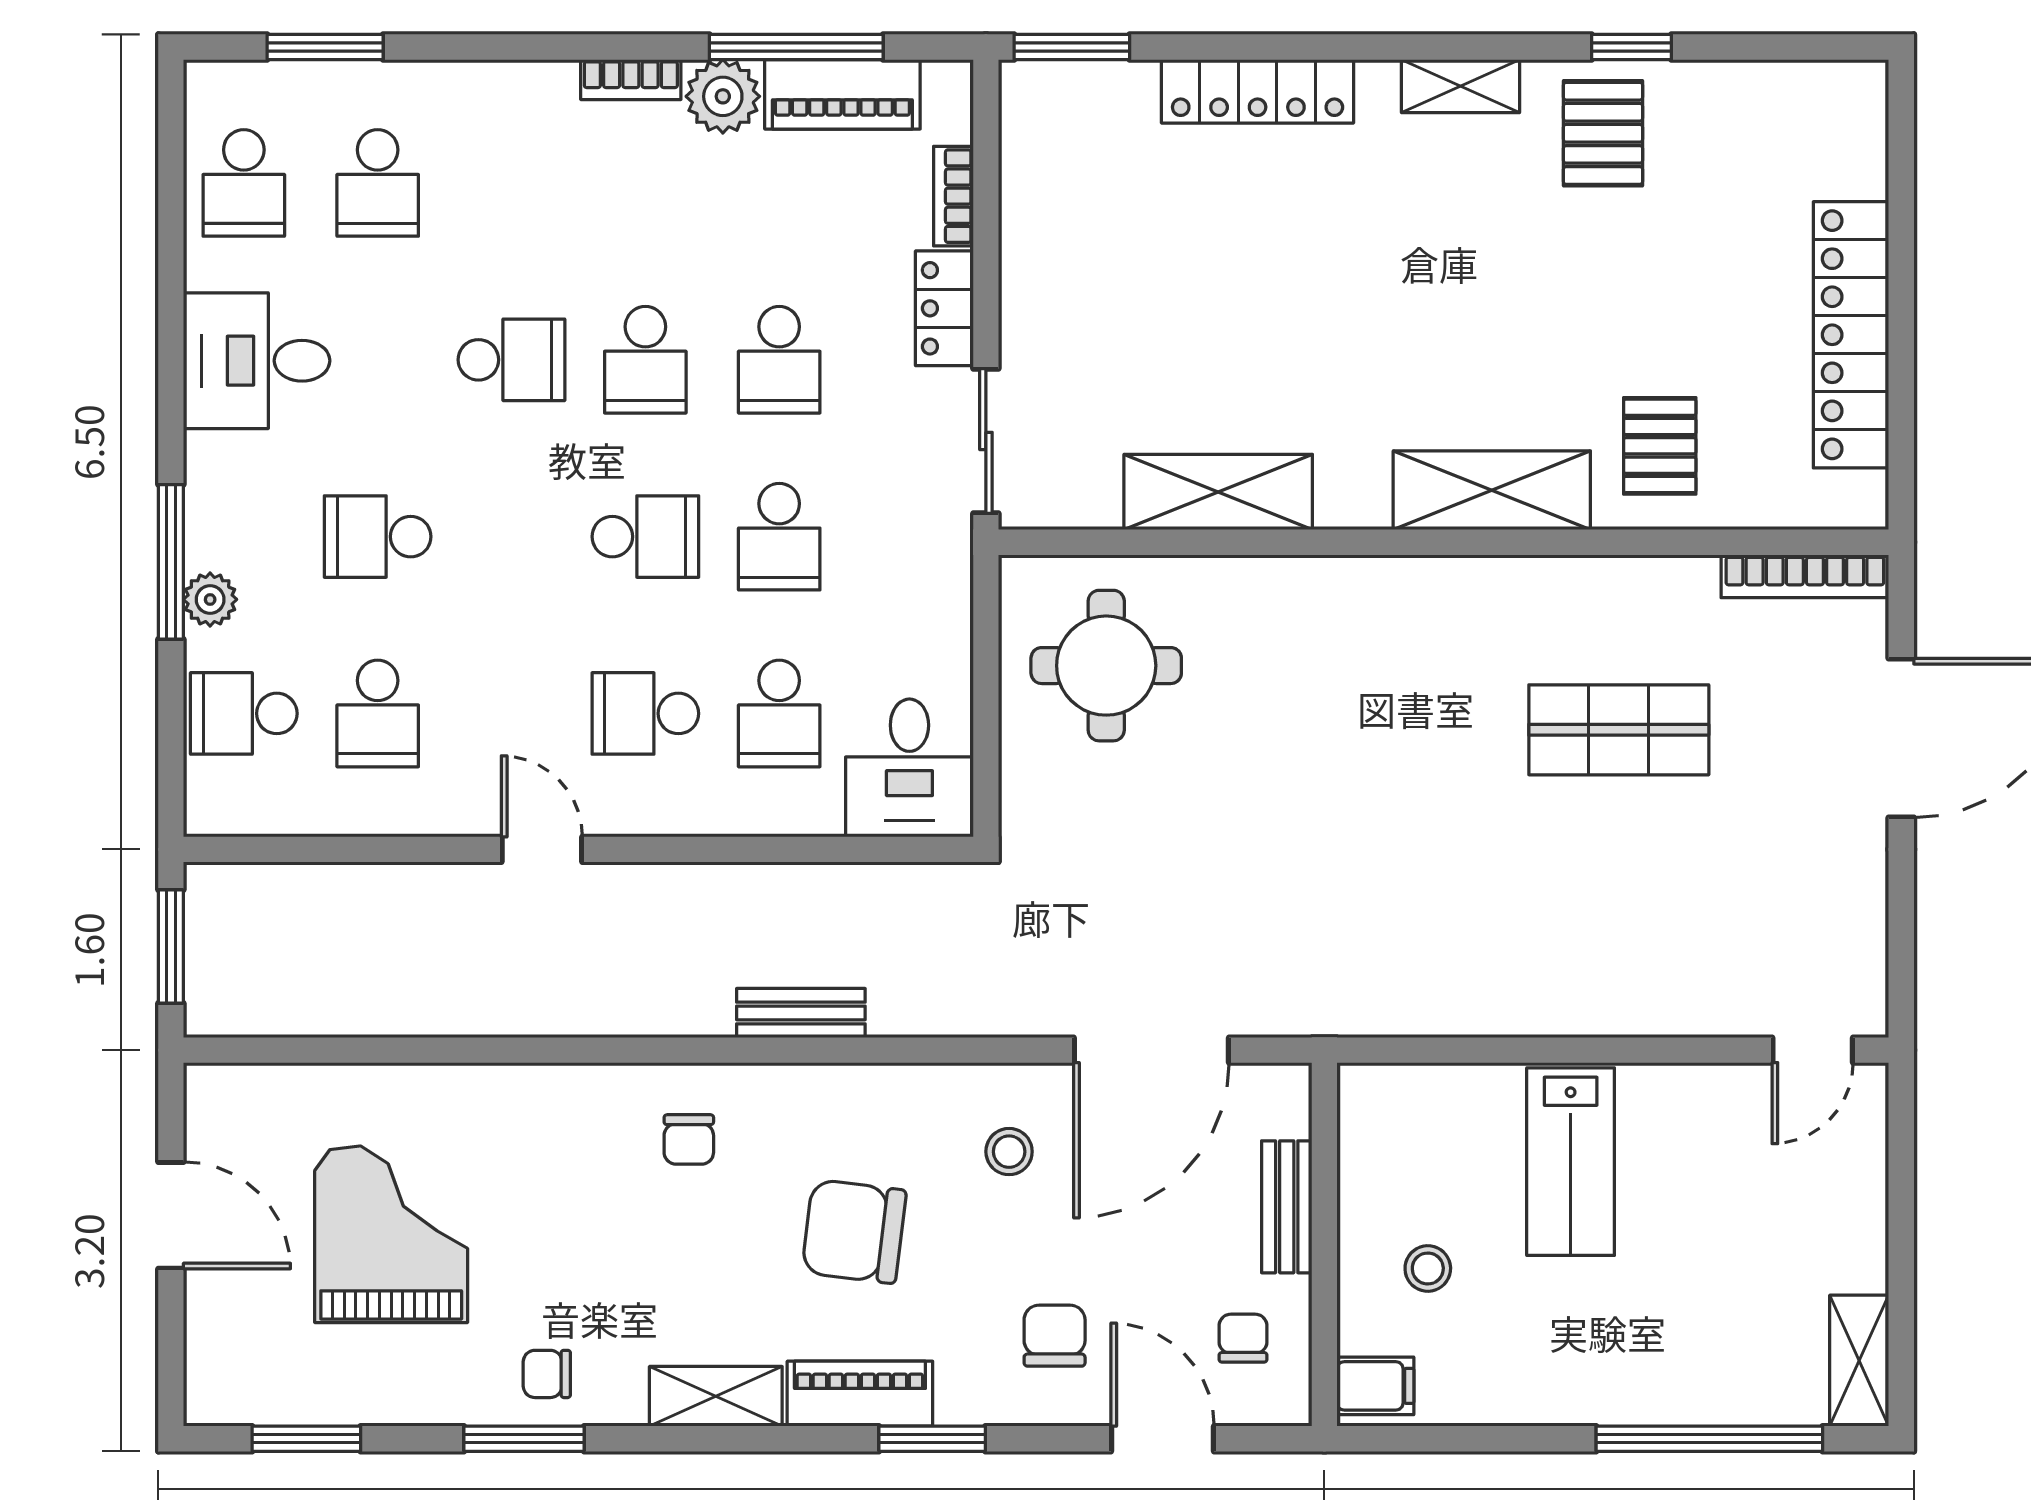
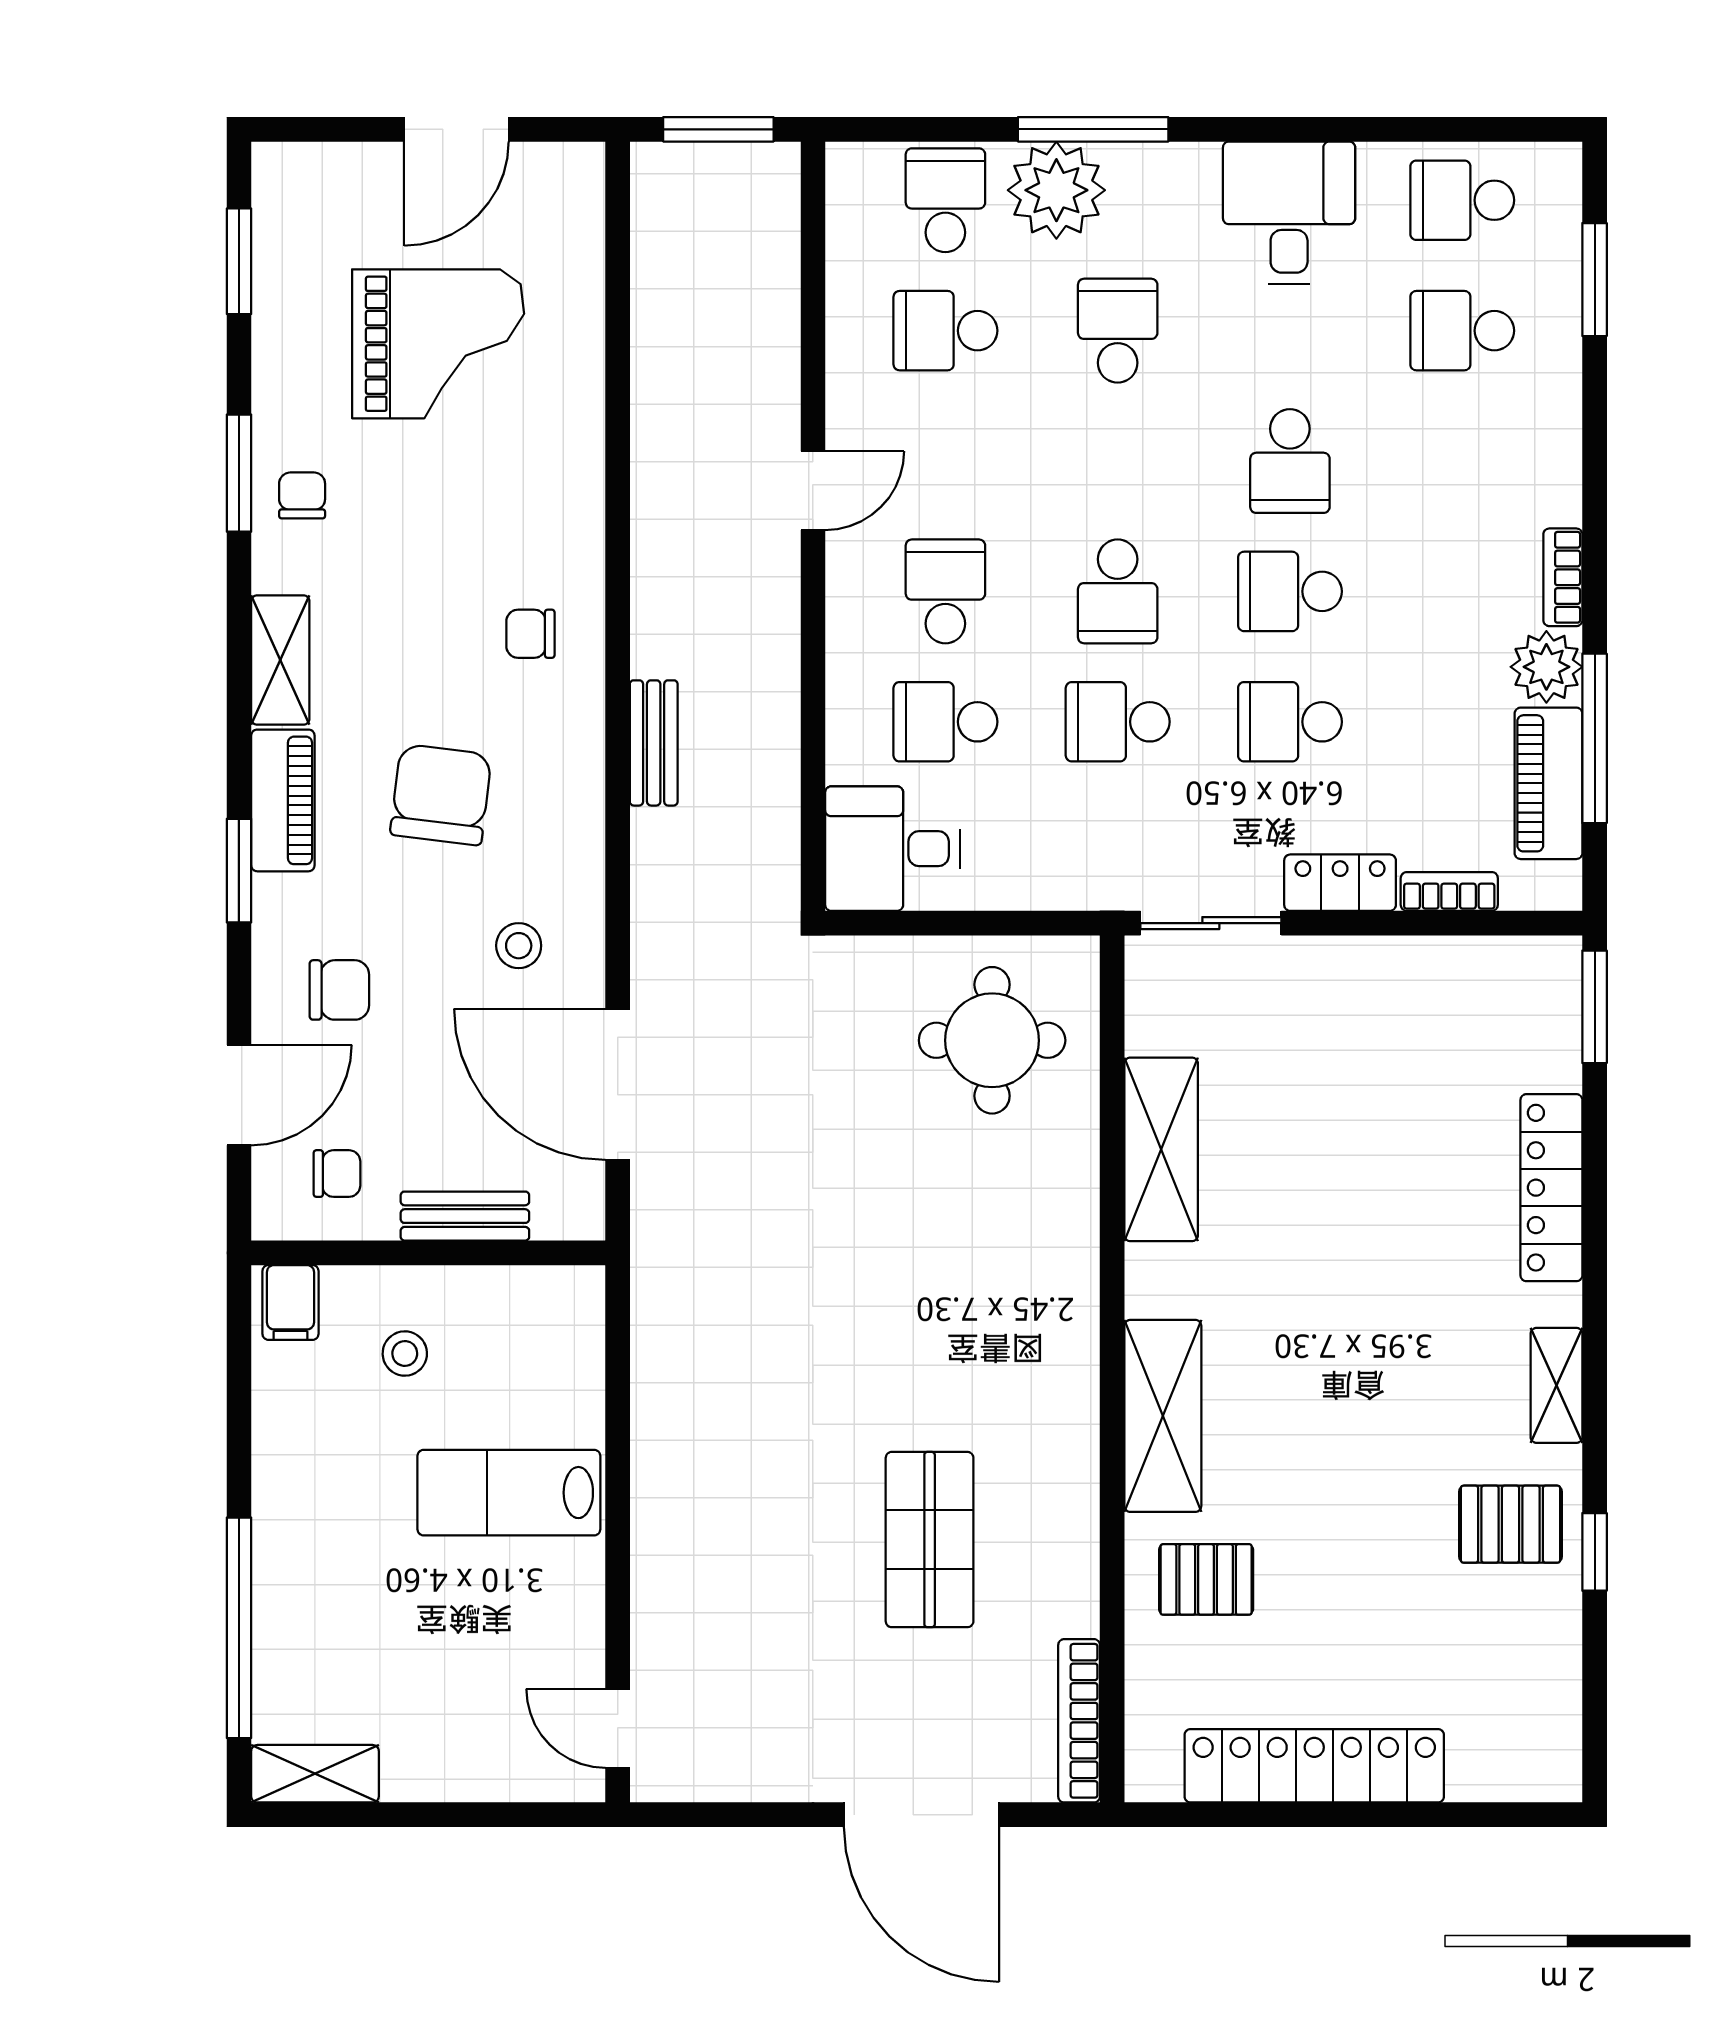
plant: (210, 599) -> (1056, 190), width x1.88, depth x1.88

